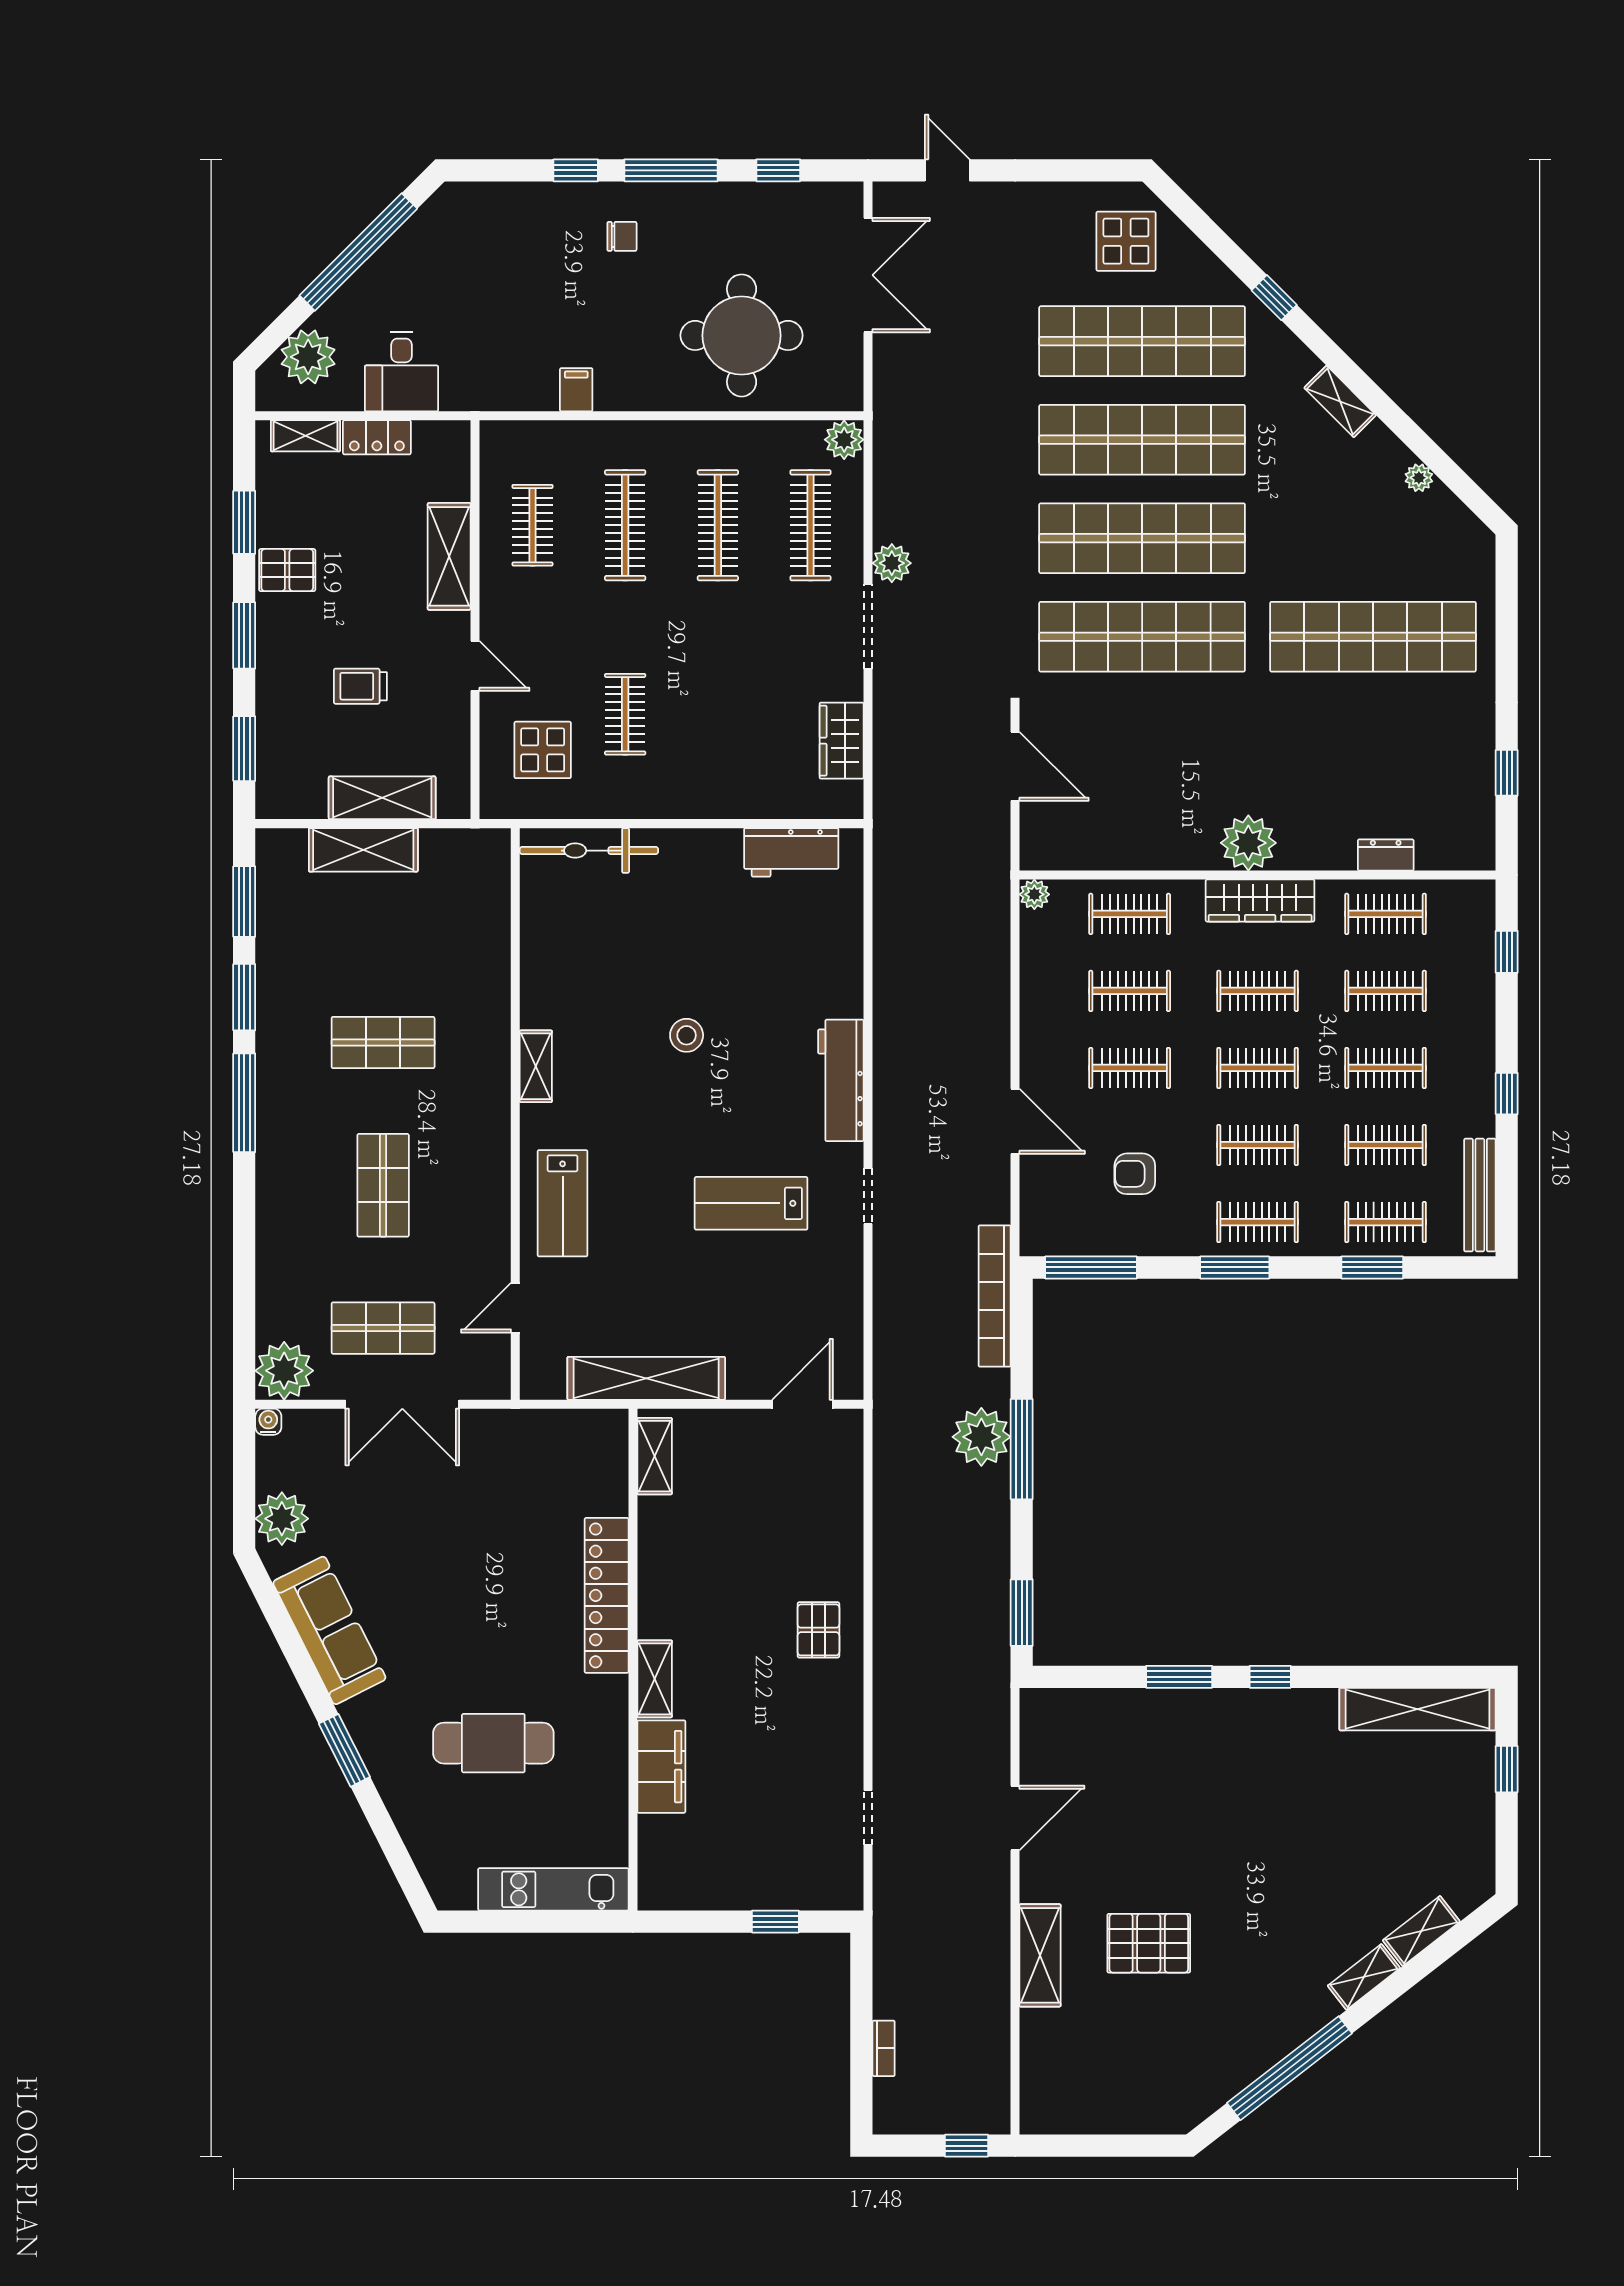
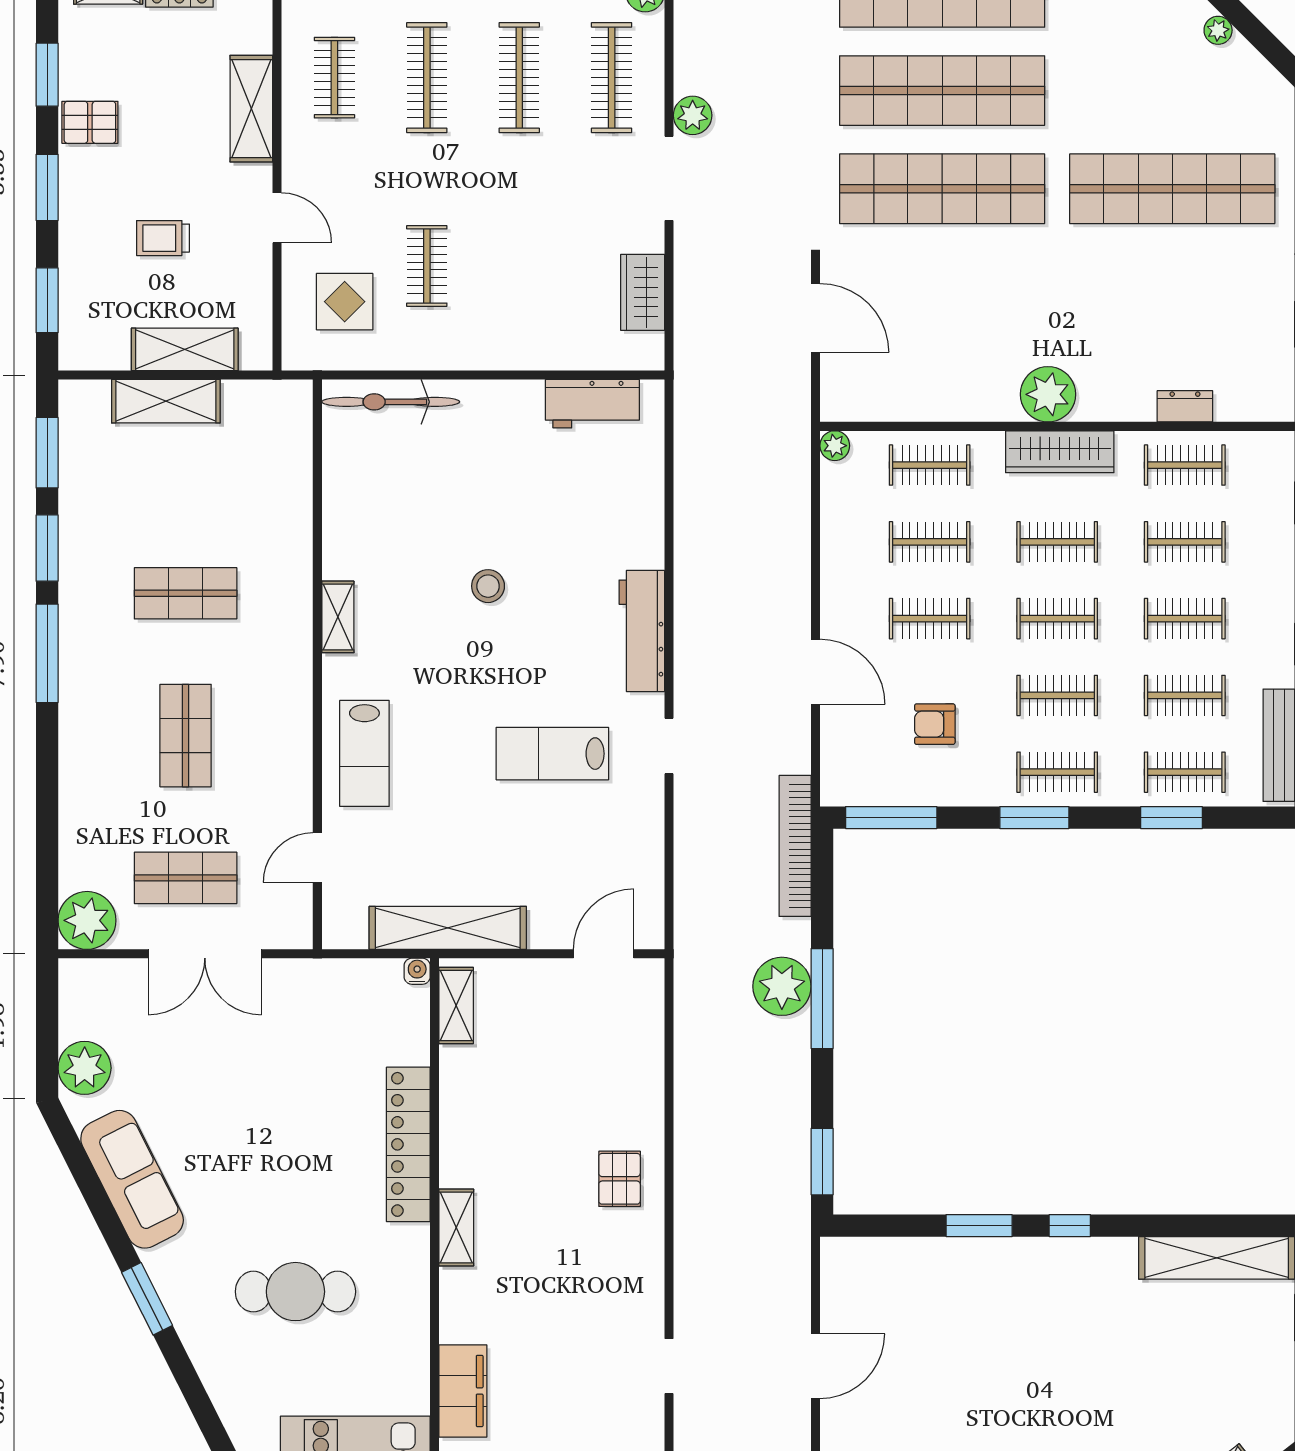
water cooler: (268, 1422) -> (417, 971), moved
filing cabinet: (661, 1767) -> (463, 1391), moved

